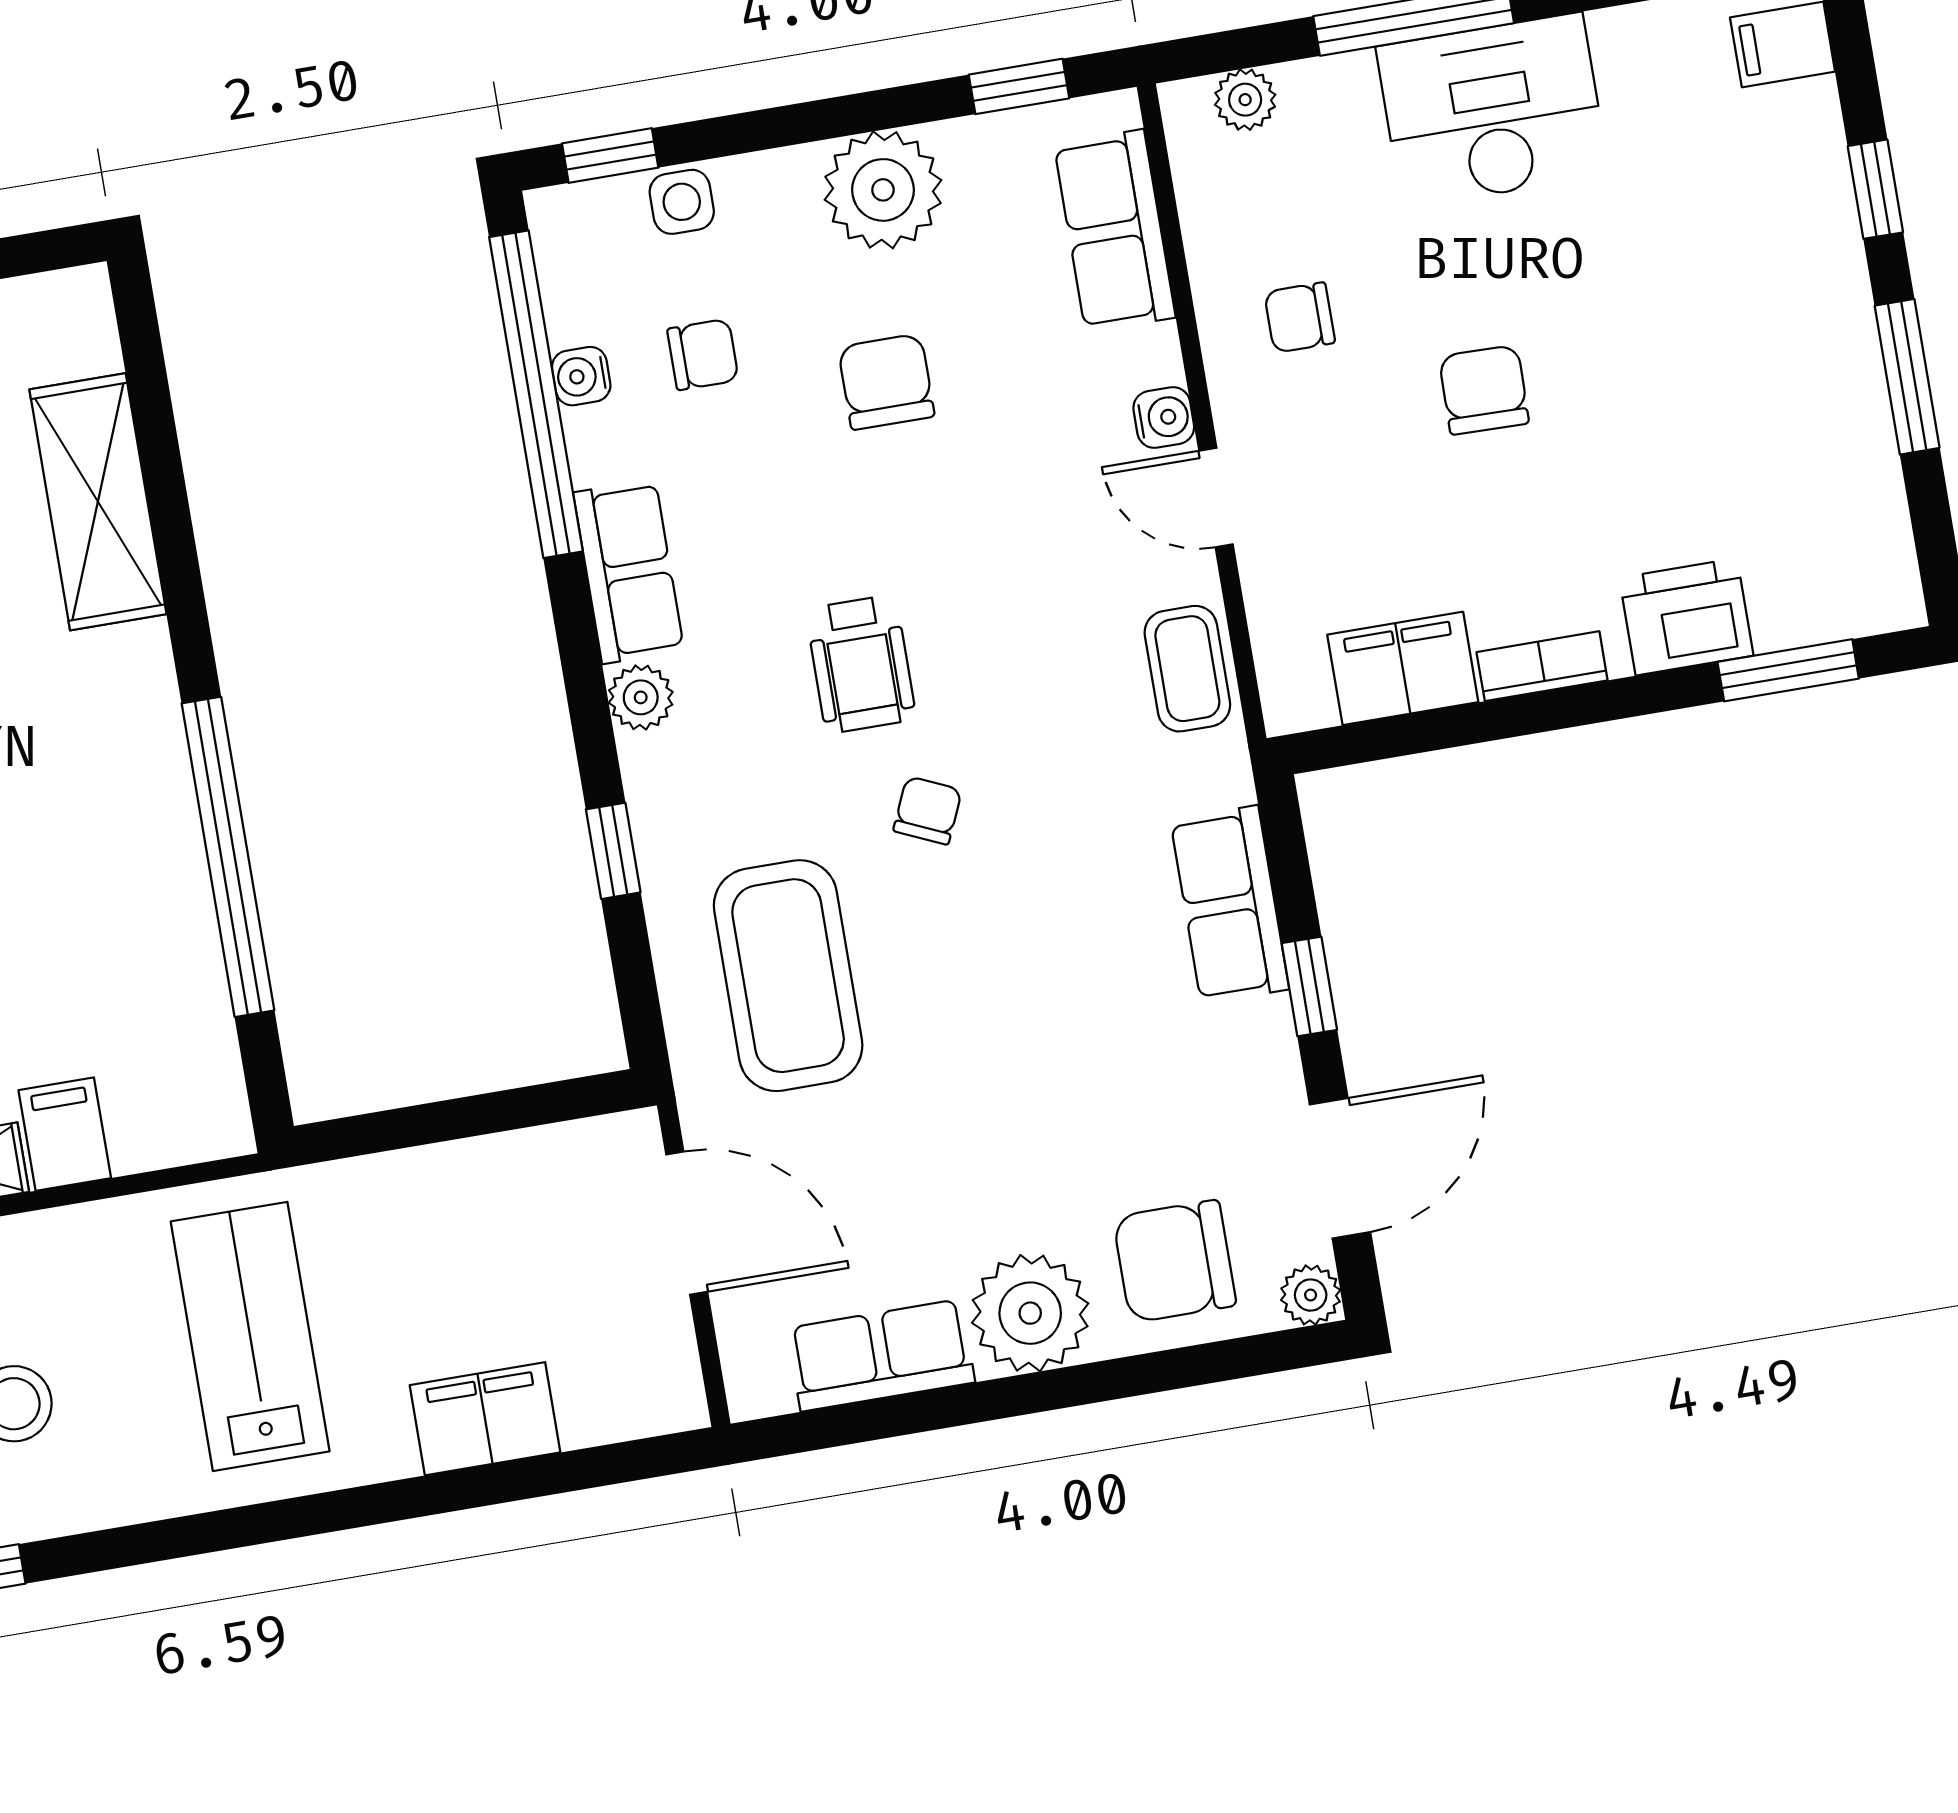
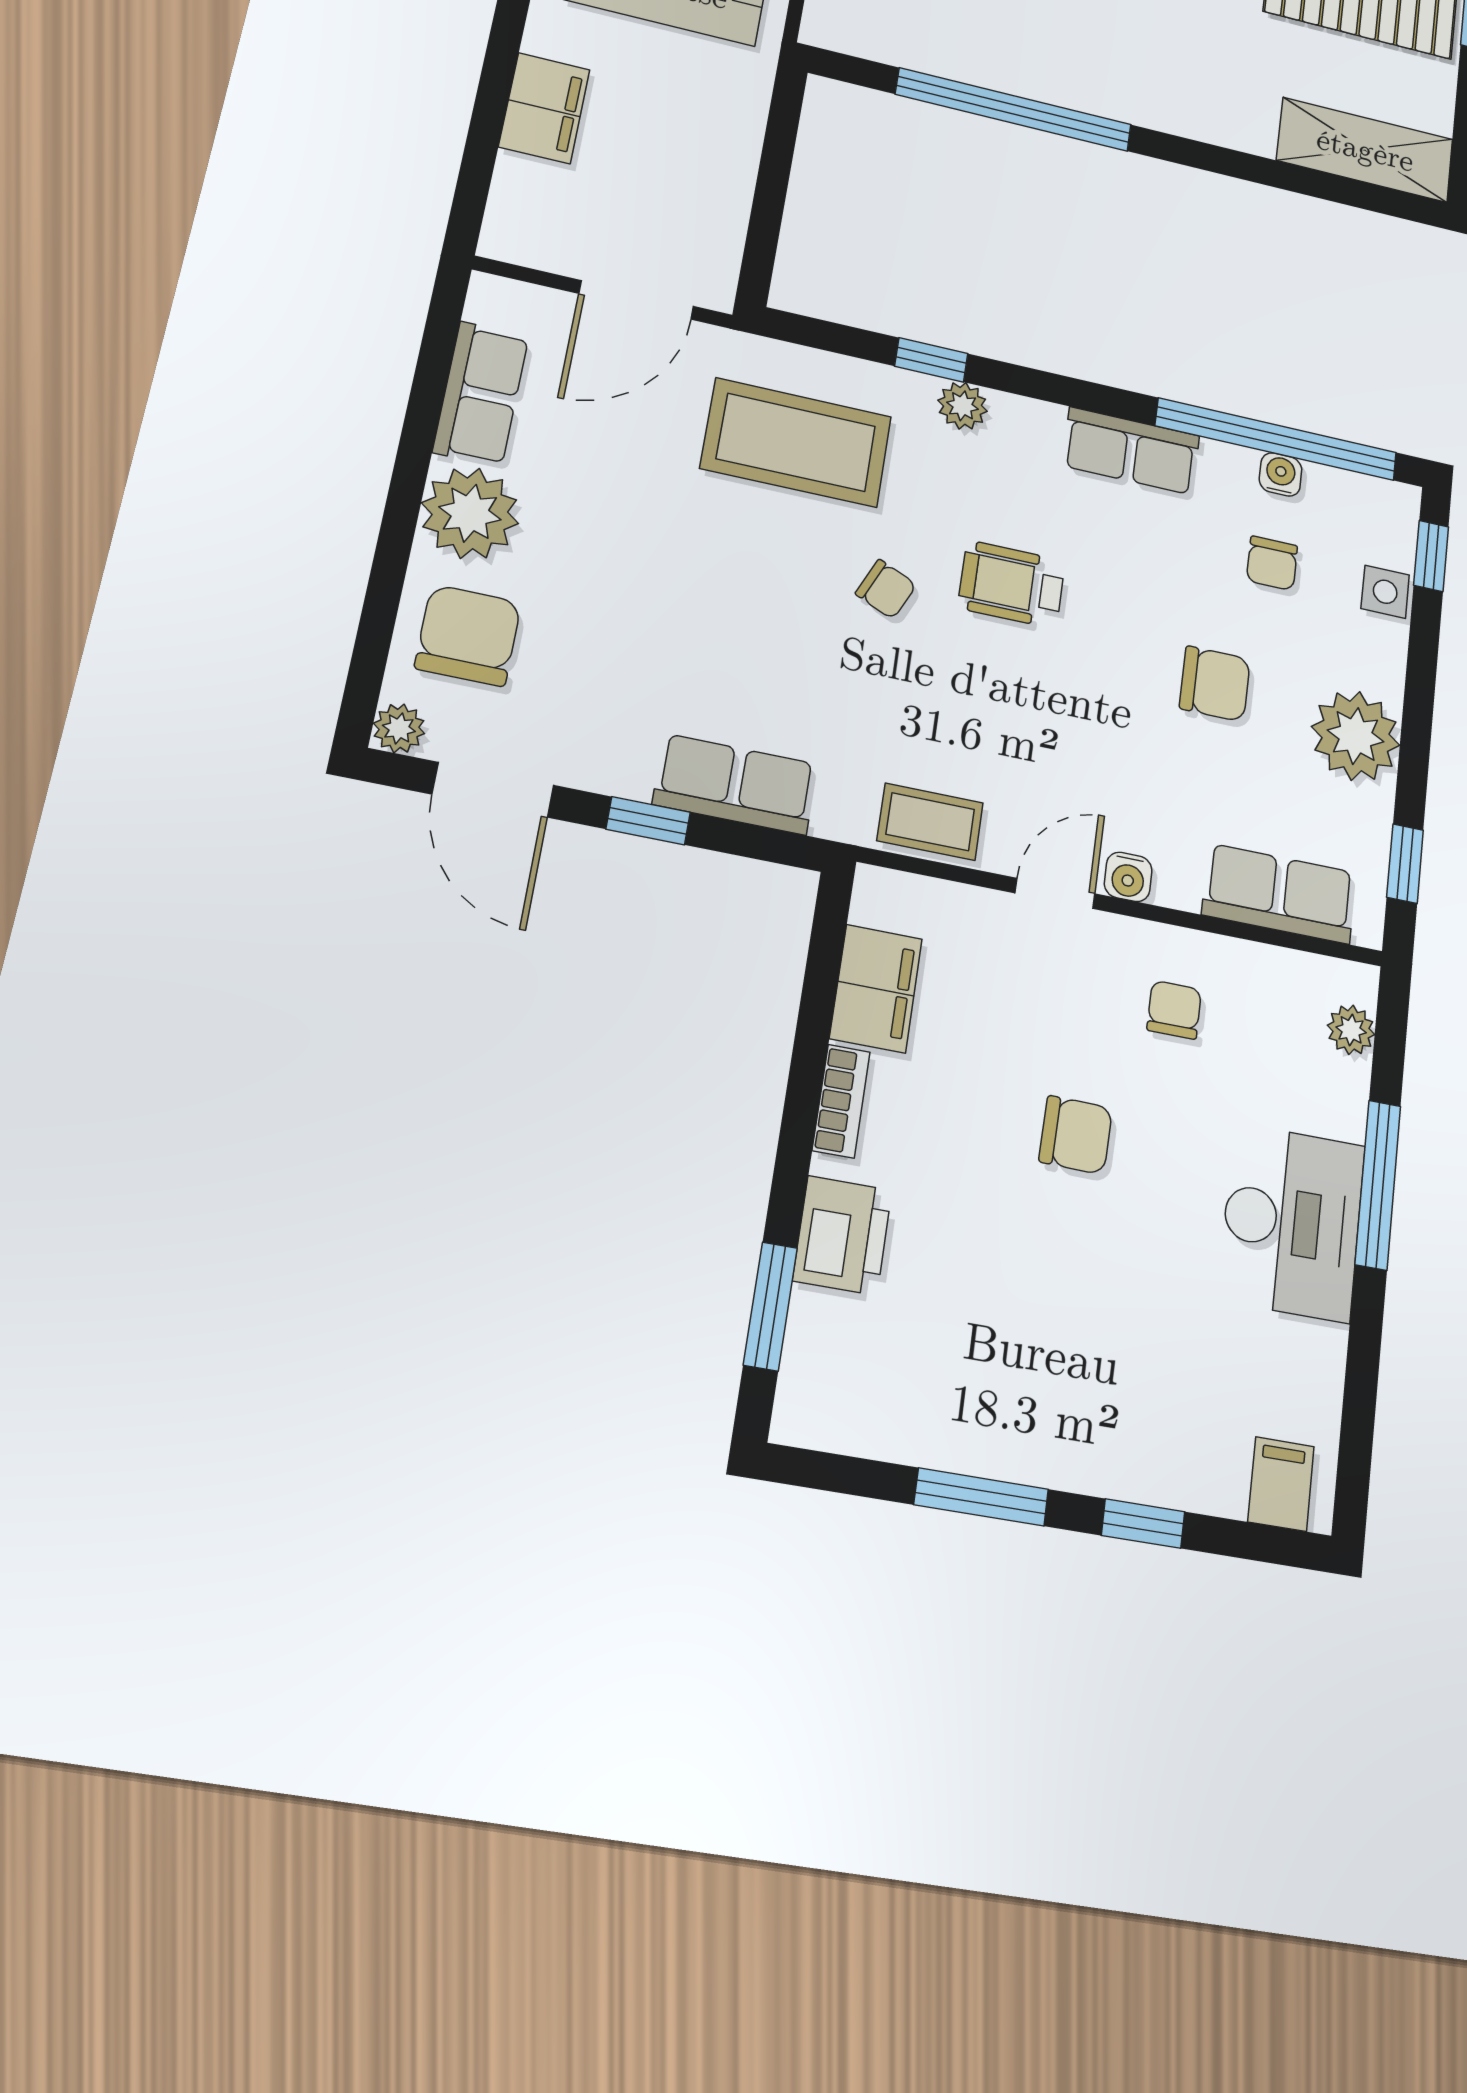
shelving: (98, 502) -> (1365, 150), moved
plant: (641, 697) -> (963, 406), moved

